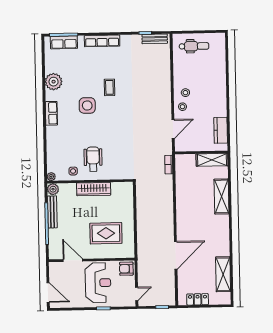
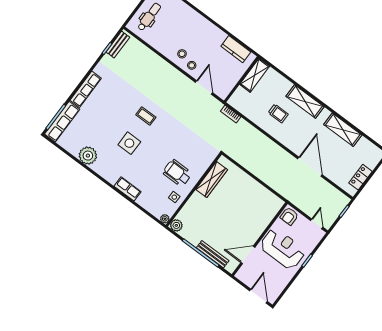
row of seats: (64, 42) -> (62, 122), width x1.48
coffee table: (109, 87) -> (146, 116), moved
row of seats: (51, 113) -> (128, 189), moved
wardrobe: (94, 189) -> (212, 180), moved
shelving: (221, 196) -> (305, 101), moved
trolley: (197, 200) -> (278, 113), added
bench: (52, 212) -> (213, 254), moved
rug: (106, 233) -> (247, 210), removed
shelving: (223, 274) -> (343, 130), moved
door: (48, 293) -> (258, 296), hinge flipped

